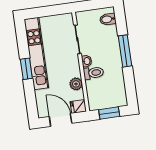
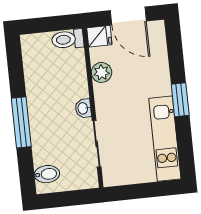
kitchen unit: (36, 53) -> (165, 139), width x0.73
toilet: (93, 73) -> (68, 39), moved
window: (109, 113) -> (50, 24), removed

